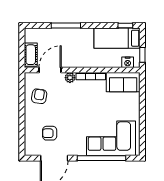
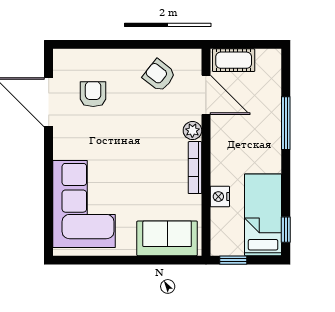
nightstand: (128, 62) -> (220, 197), moved
sofa: (123, 82) -> (167, 238), moved, turned 90
armchair: (39, 96) -> (159, 75), turned -151
window: (101, 158) -> (49, 187), removed

